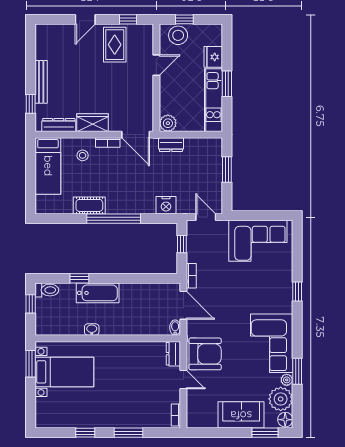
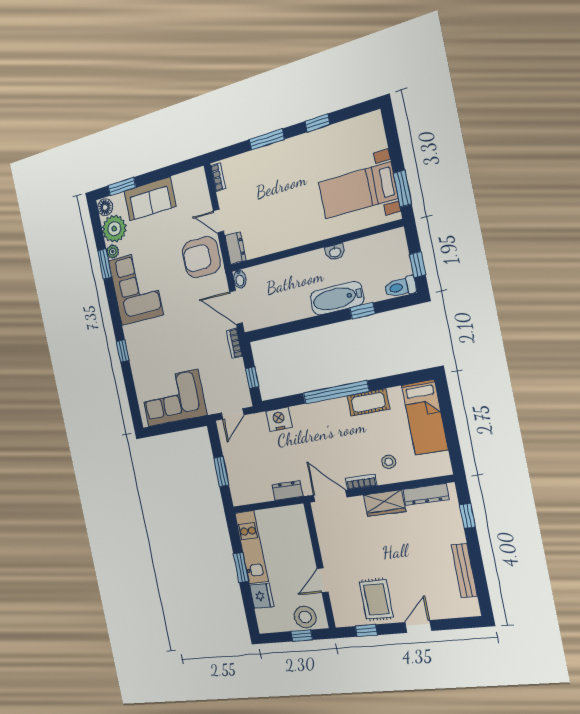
bench: (41, 82) -> (464, 571), moved
plant: (168, 123) -> (296, 515), removed
bed: (48, 166) -> (425, 417), moved, turned 180
door: (206, 217) -> (233, 414), hinge flipped

